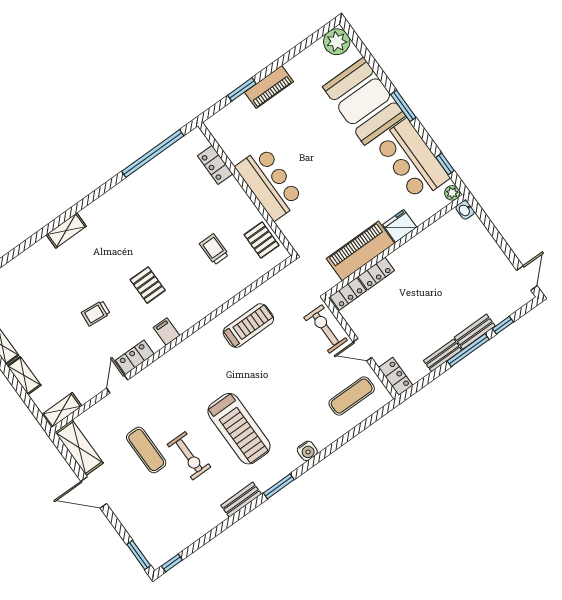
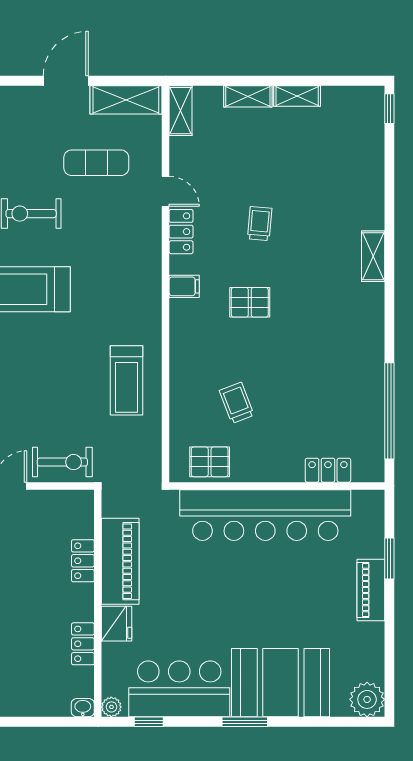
bar counter: (269, 183) -> (265, 515), width x1.86
trolley: (214, 249) -> (237, 403), turned -111
locker: (348, 294) -> (83, 644), moved
exercise mat: (146, 450) -> (96, 163), moved

